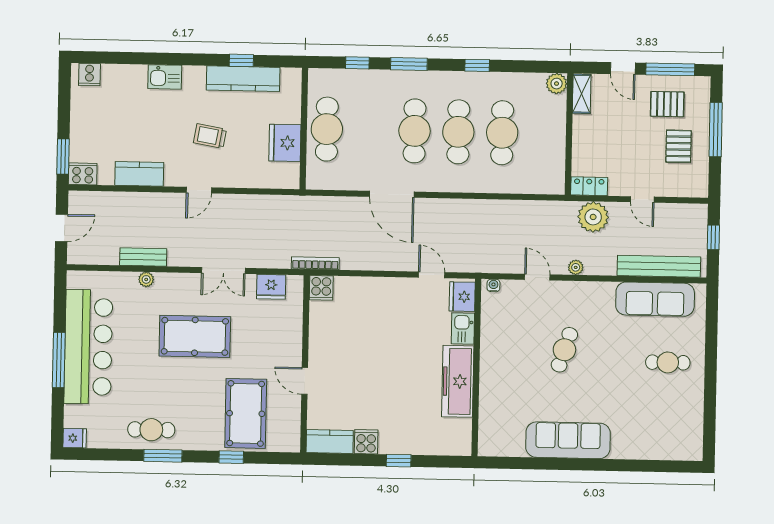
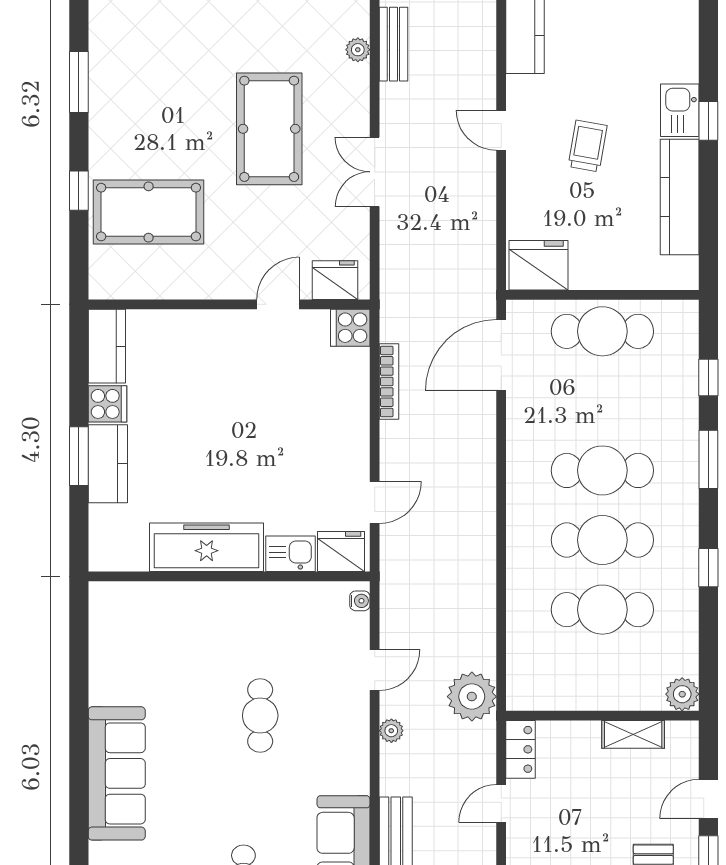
window: (241, 60) -> (708, 121), moved
kitchen sink: (165, 77) -> (680, 110), moved
shelving: (582, 94) -> (633, 734), moved
fridge: (285, 143) -> (538, 265), moved
door: (392, 194) -> (501, 355), moved
door: (642, 199) -> (501, 803), moved
plant: (593, 217) -> (472, 697), moved
bookcase: (315, 263) -> (389, 381), moved
fridge: (271, 287) -> (335, 280), moved, turned 90
cafe table: (564, 350) -> (260, 716), turned 72
door: (305, 381) -> (278, 304), moved
cafe table: (151, 430) -> (120, 63), removed
sofa: (568, 440) -> (117, 773), moved
kitchen counter: (404, 442) -> (108, 464), added
window: (399, 461) -> (79, 456), width x1.50

